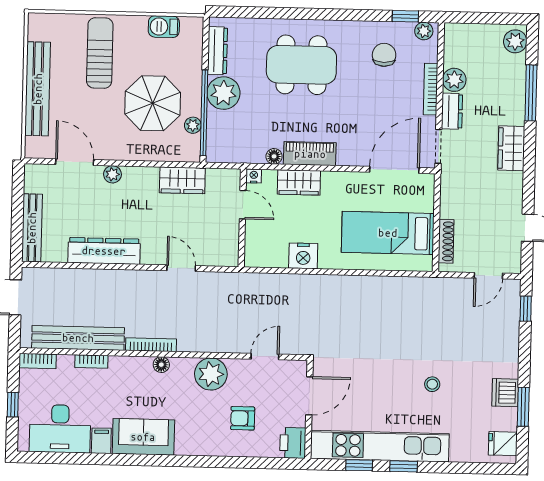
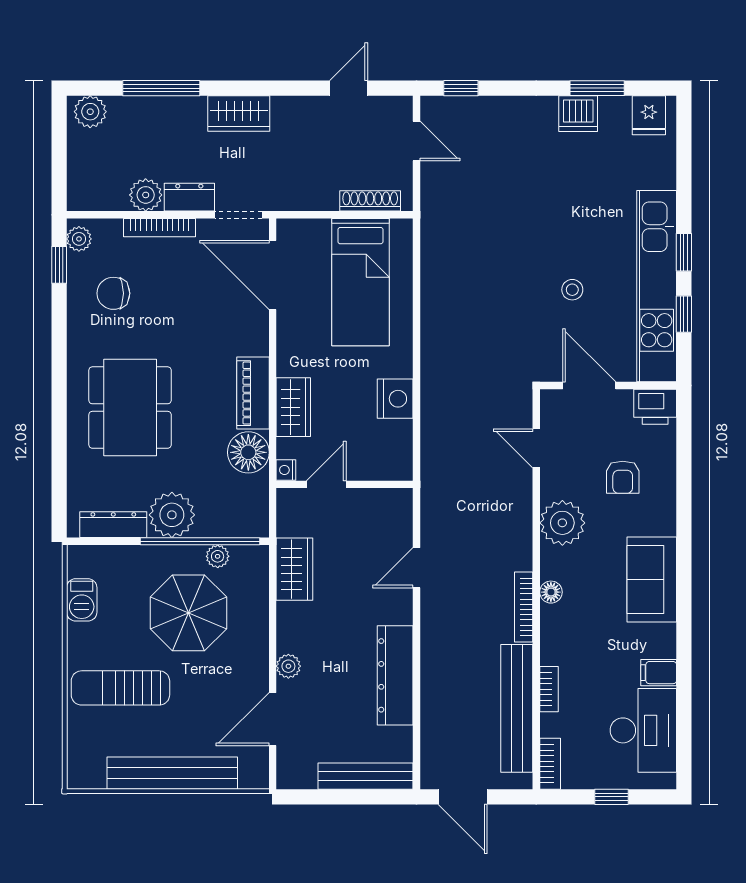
floor lamp: (274, 156) -> (248, 452), width x1.89, depth x1.89
stool: (432, 384) -> (572, 290), moved
sofa: (143, 437) -> (652, 580), moved

